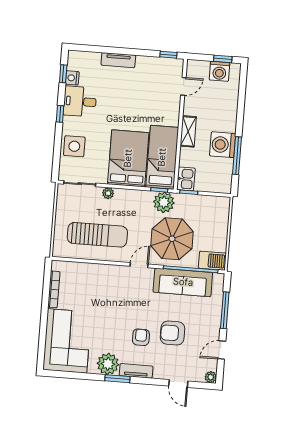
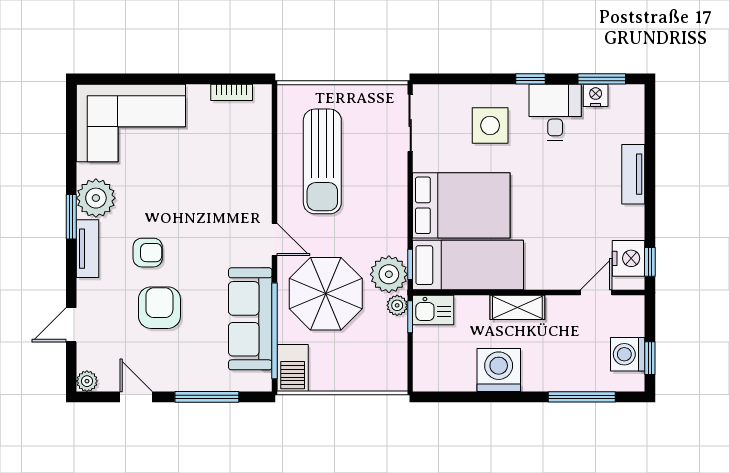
nightstand: (165, 67) -> (629, 258), added
window: (63, 74) -> (602, 79), width x1.50
door: (183, 86) -> (596, 293), swing flipped
side table: (74, 146) -> (490, 125), moved
window: (237, 156) -> (582, 397), moved
plant: (108, 193) -> (397, 305), moved
bookcase: (54, 289) -> (232, 92), width x0.64

